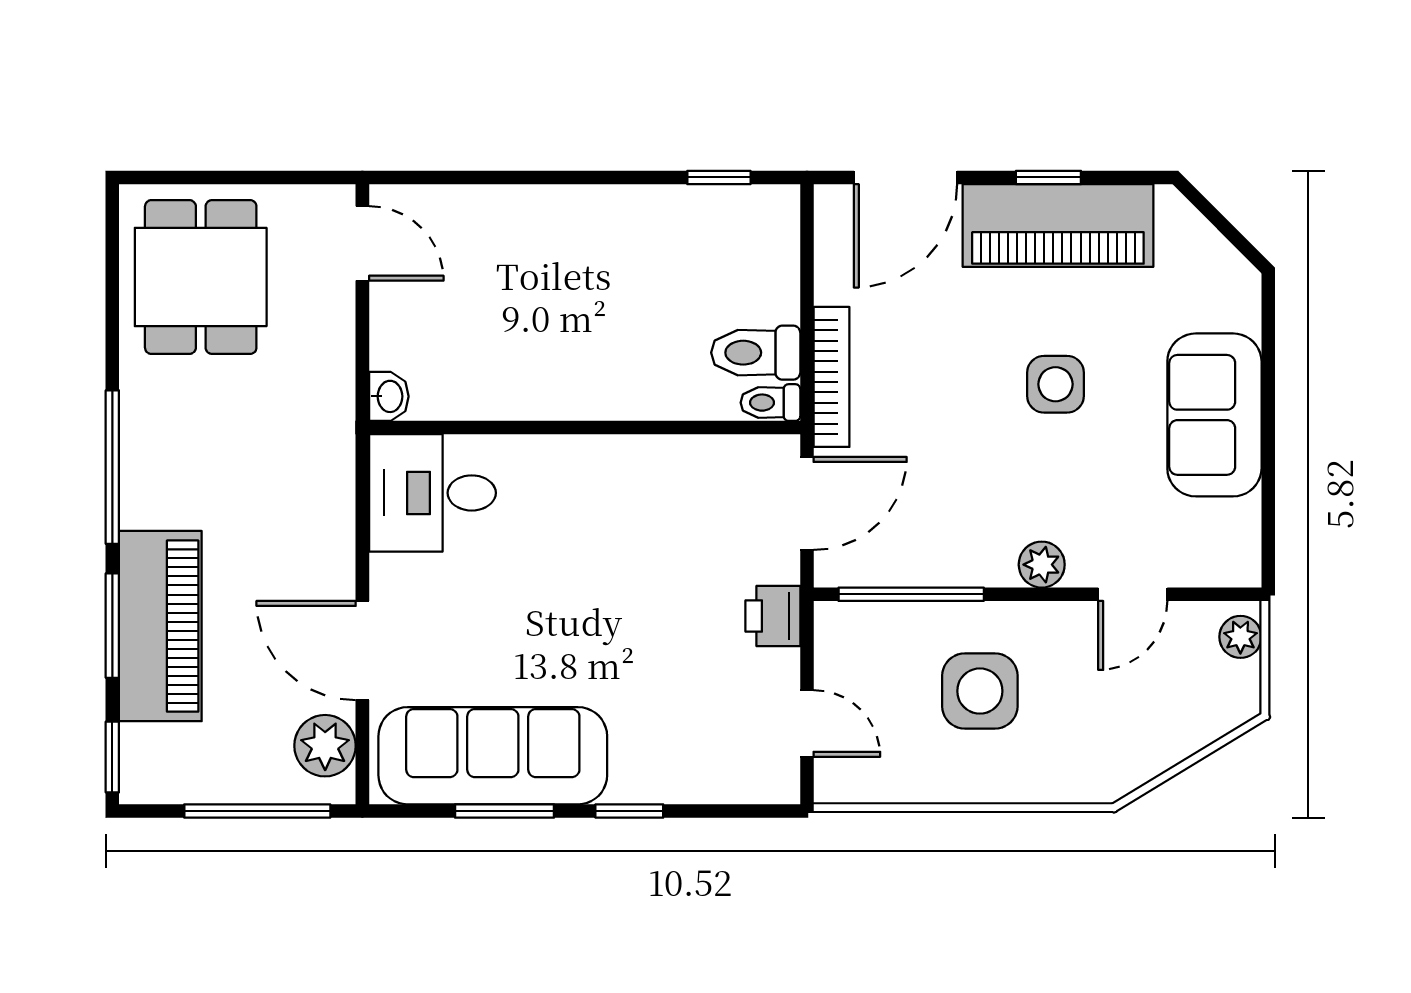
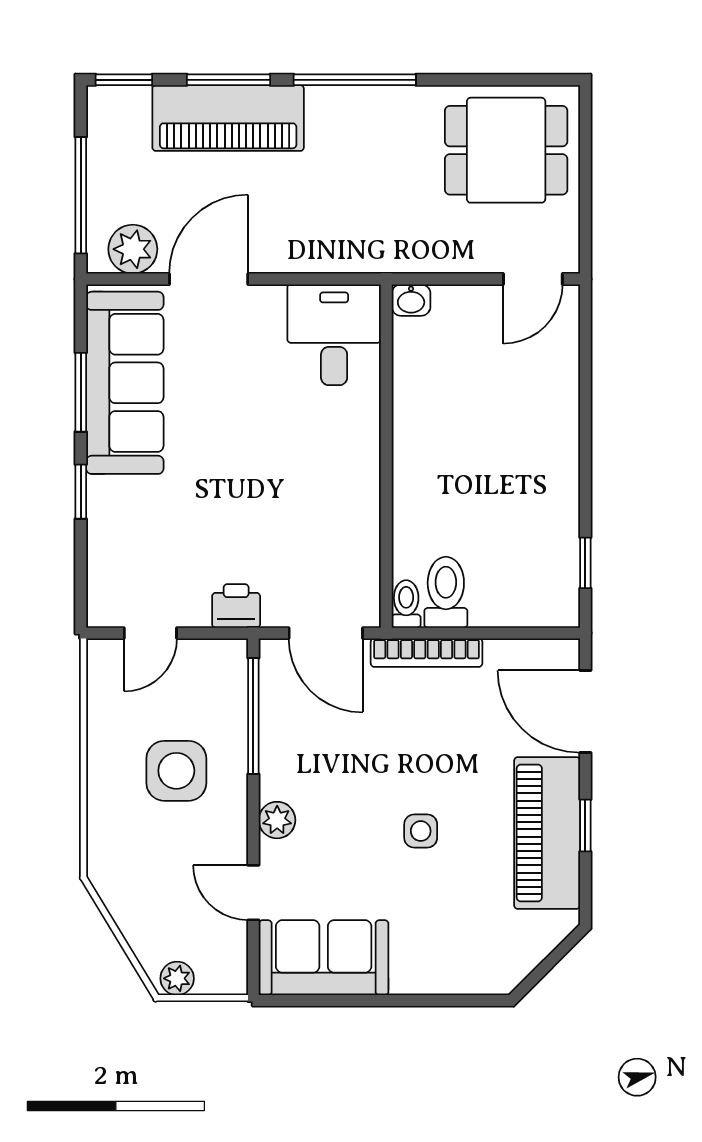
side table: (1055, 384) -> (421, 831), width x0.73, depth x0.73
sofa: (1214, 415) -> (324, 958), moved
plant: (1240, 637) -> (177, 978), moved

